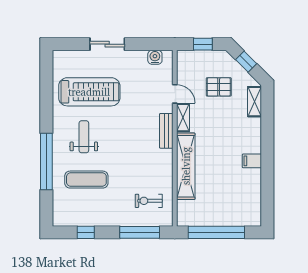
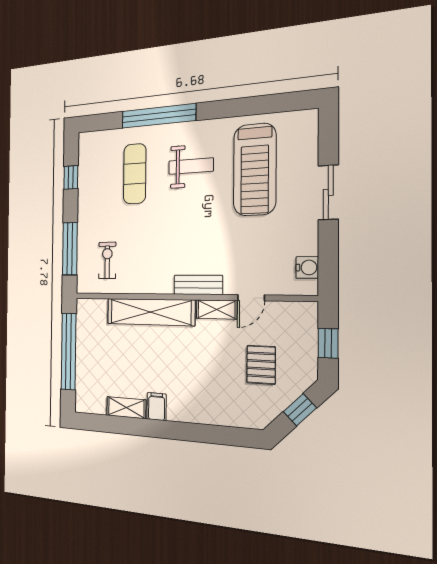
shelving: (254, 102) -> (126, 408), moved

